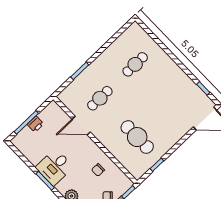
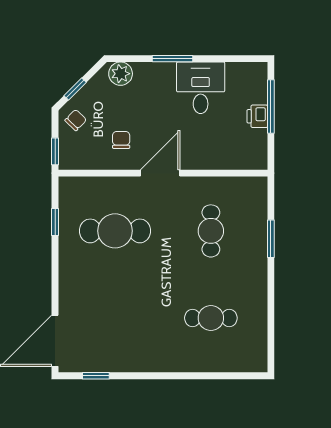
cafe table: (135, 64) -> (211, 318), turned 90
door: (81, 126) -> (160, 173), moved
desk: (55, 167) -> (201, 88), moved

